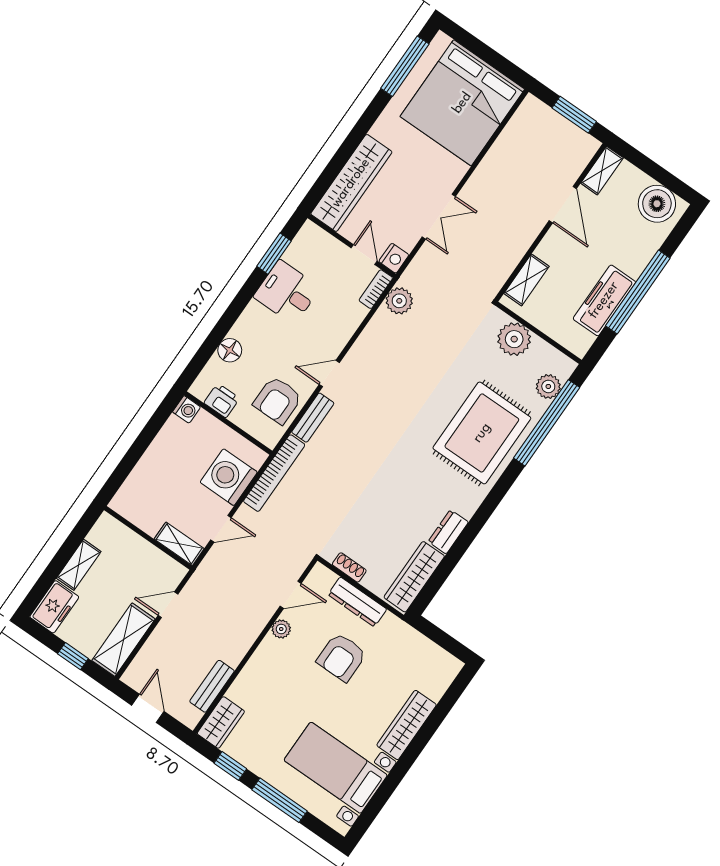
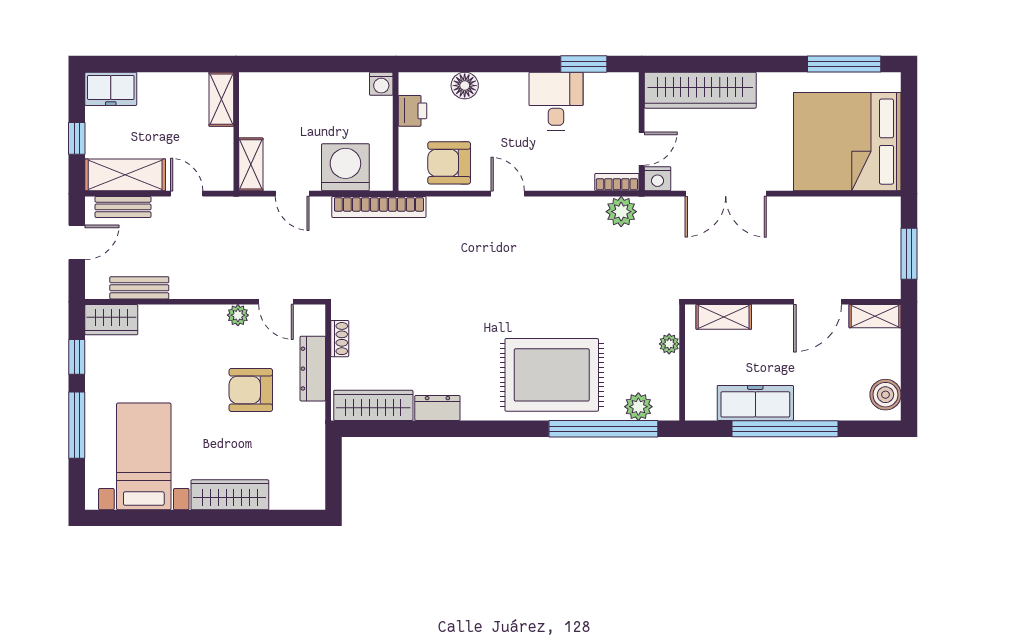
boiler: (657, 204) -> (885, 395), width x0.73, depth x0.73
double door: (439, 217) -> (726, 194), width x1.37
plant: (514, 339) -> (669, 344), width x0.53, depth x0.53
bench: (313, 418) -> (123, 207), moved
shelving: (79, 565) -> (221, 99), moved, turned 90

